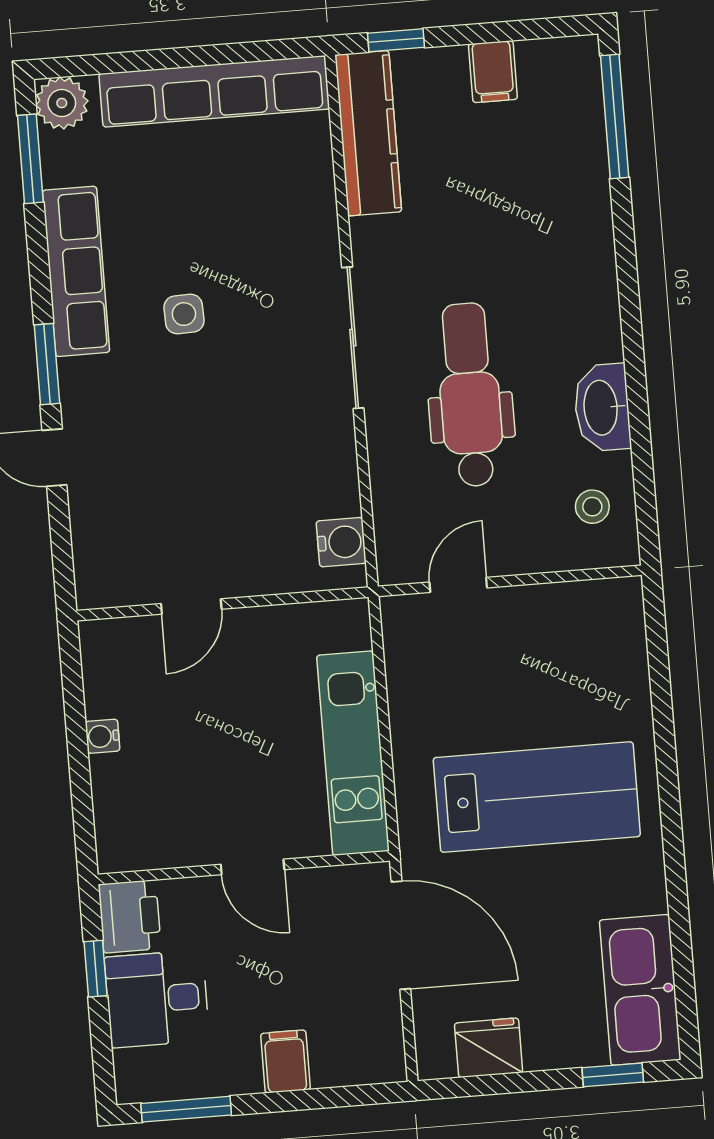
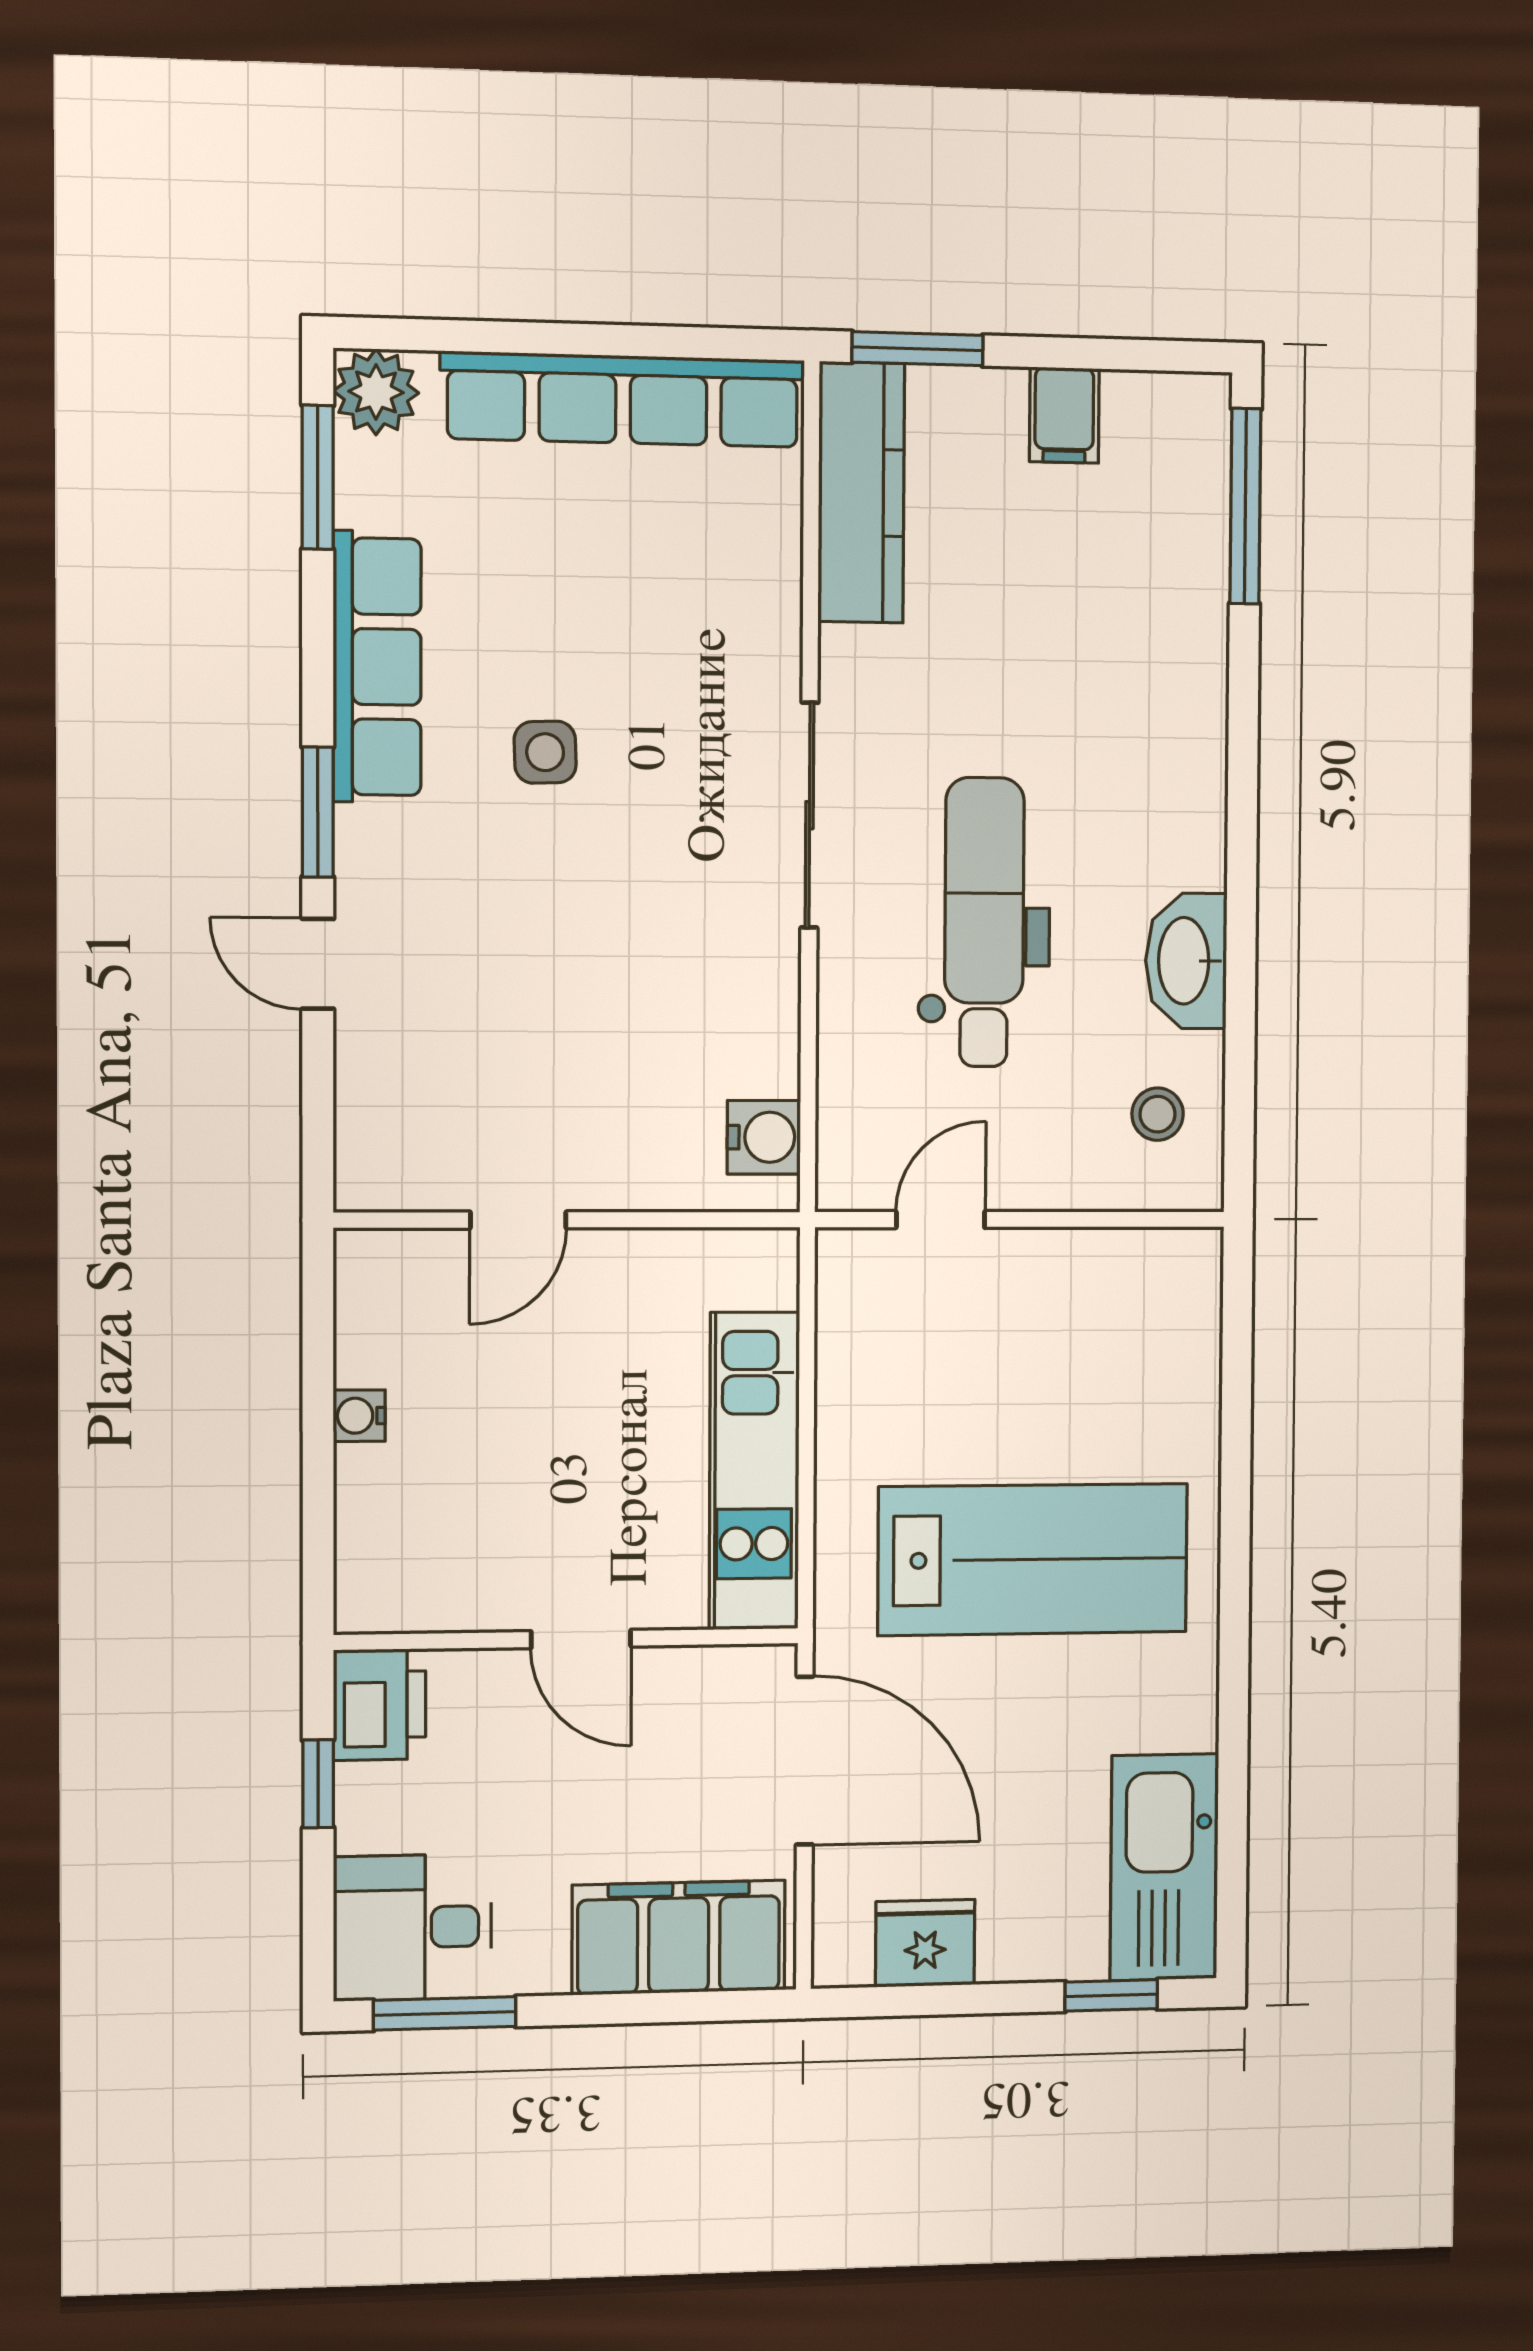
window: (396, 40) -> (918, 349), width x1.50
desk: (157, 999) -> (412, 1927), moved
filing cabinet: (285, 1062) -> (679, 1938), width x3.00, depth x1.17

